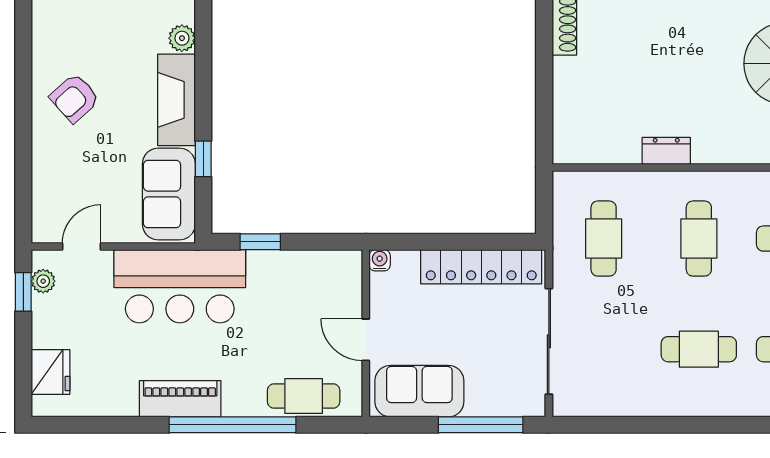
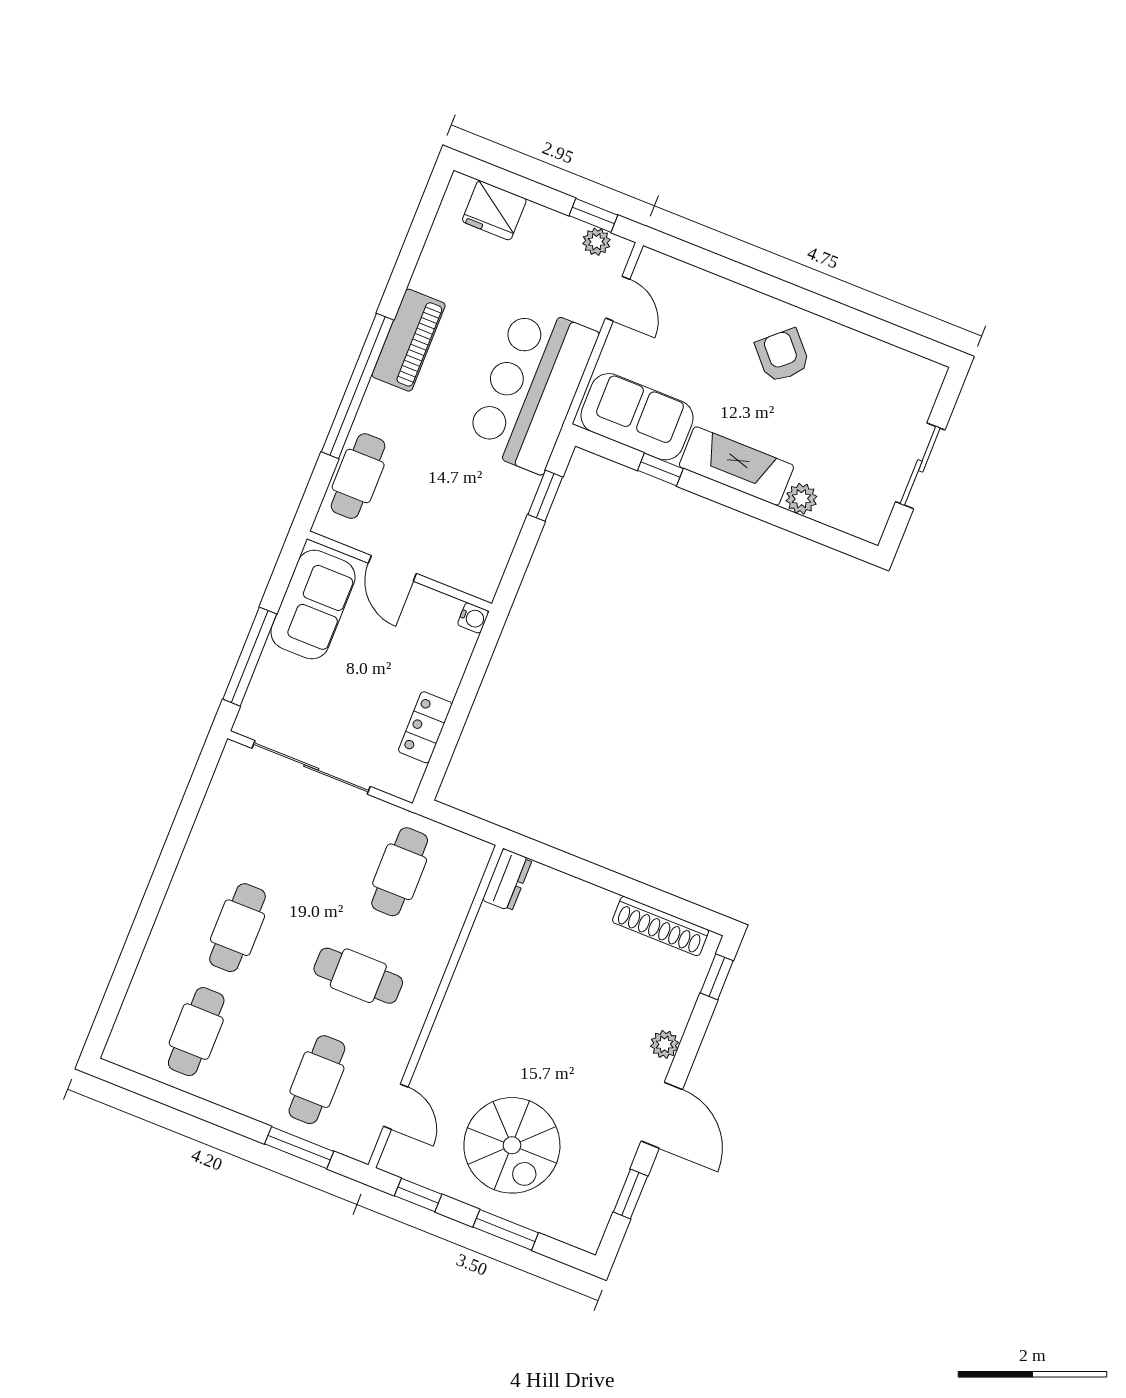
dresser: (666, 151) -> (507, 880), moved
cafe table: (604, 239) -> (400, 872), turned 90
locker: (481, 267) -> (425, 727), width x0.46, depth x0.83
door: (366, 340) -> (392, 568), swing flipped

